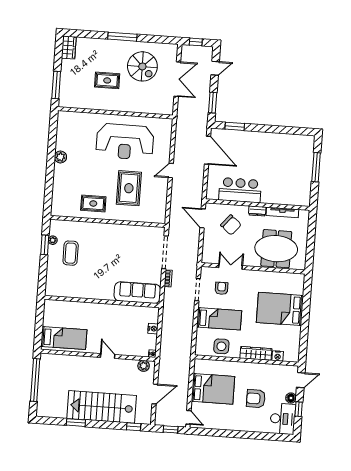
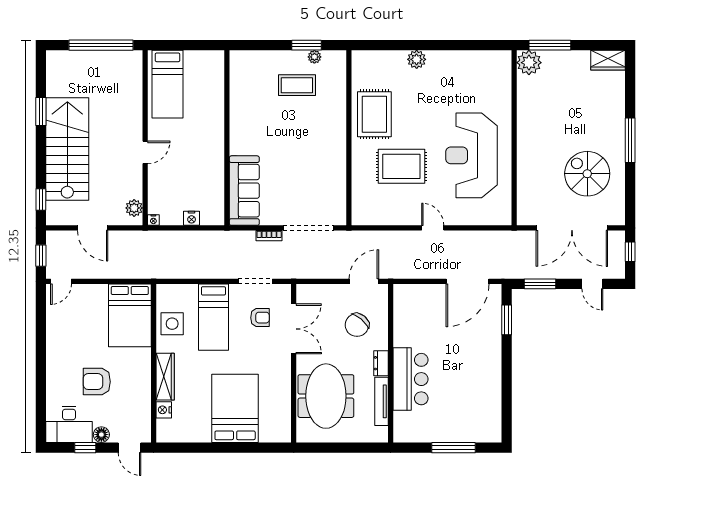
spiral stairs: (142, 66) -> (587, 174), turned 90
double door: (177, 79) -> (572, 228), width x1.36
rug: (107, 80) -> (562, 122), removed
plant: (67, 100) -> (529, 63), added
plant: (60, 157) -> (417, 59), moved
bar counter: (240, 190) -> (410, 379), moved
rug: (93, 204) -> (374, 114), width x1.36, depth x1.43
double door: (231, 267) -> (294, 329), width x1.37
bed: (213, 389) -> (130, 315), moved
armchair: (256, 399) -> (97, 382), turned -90

